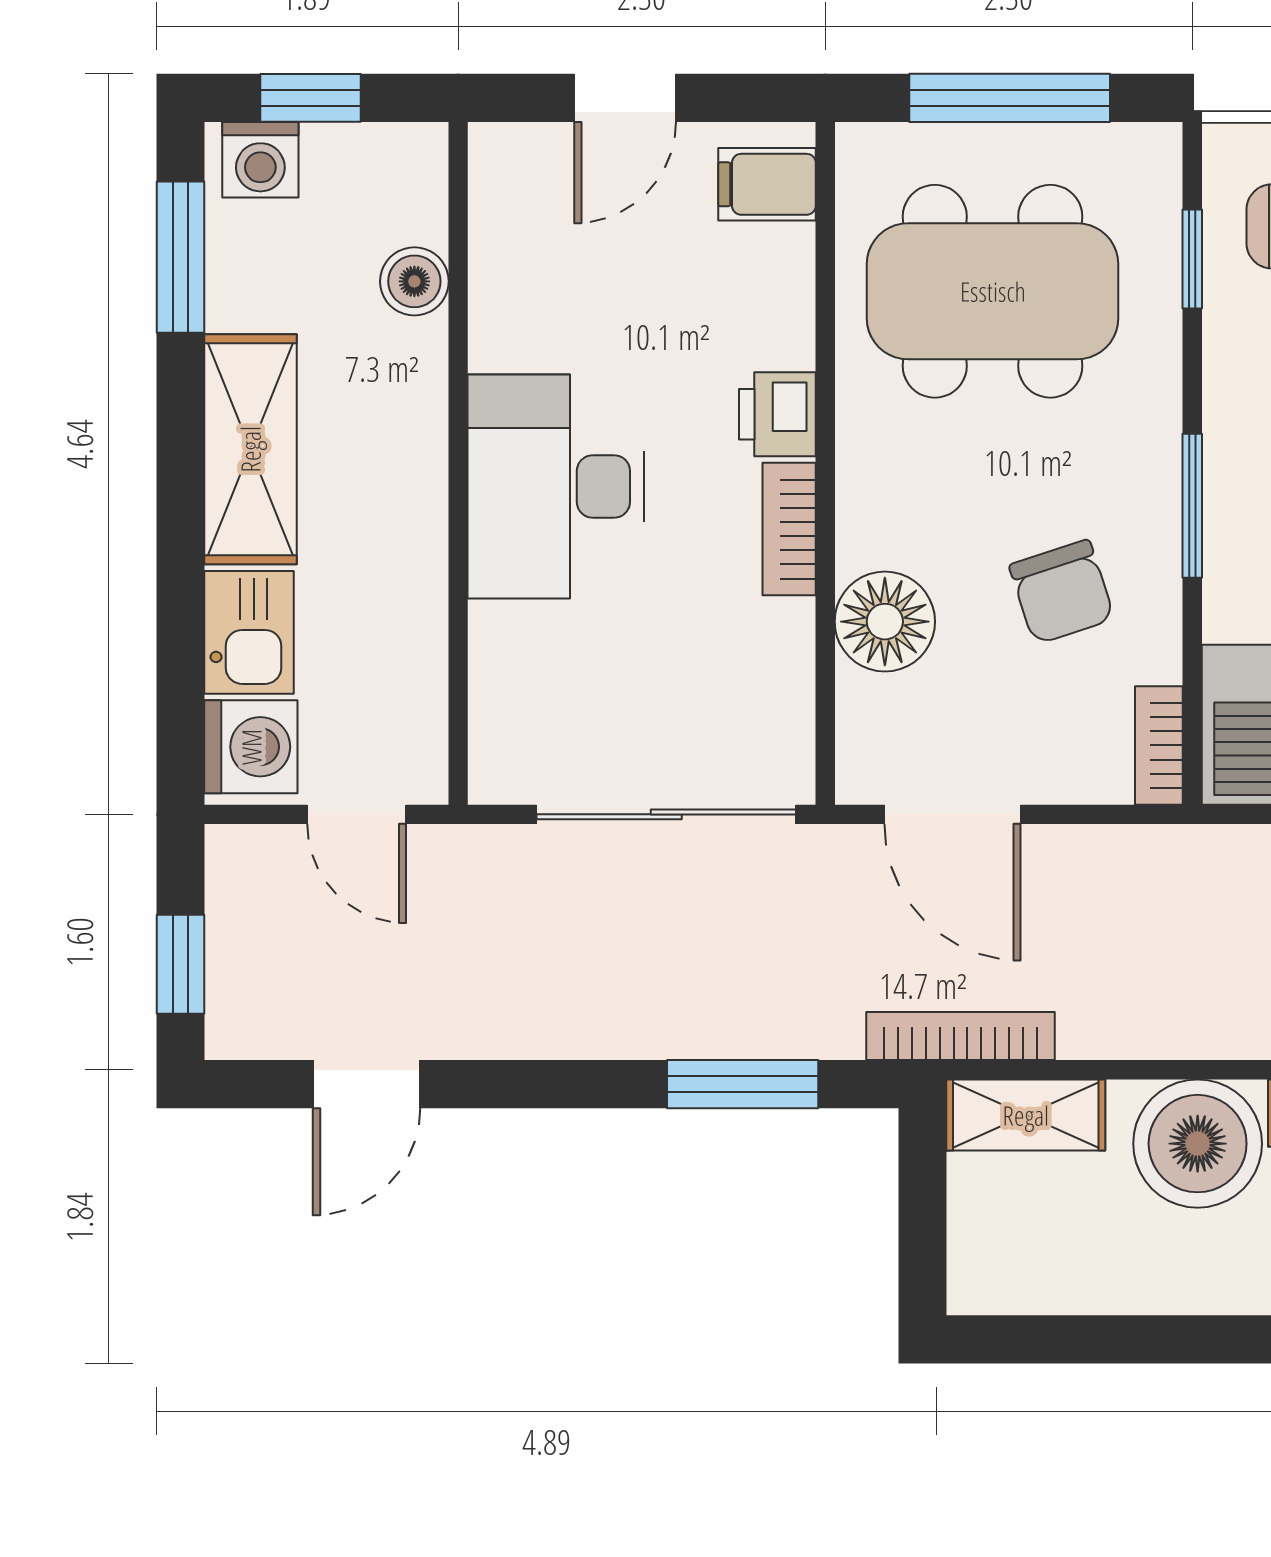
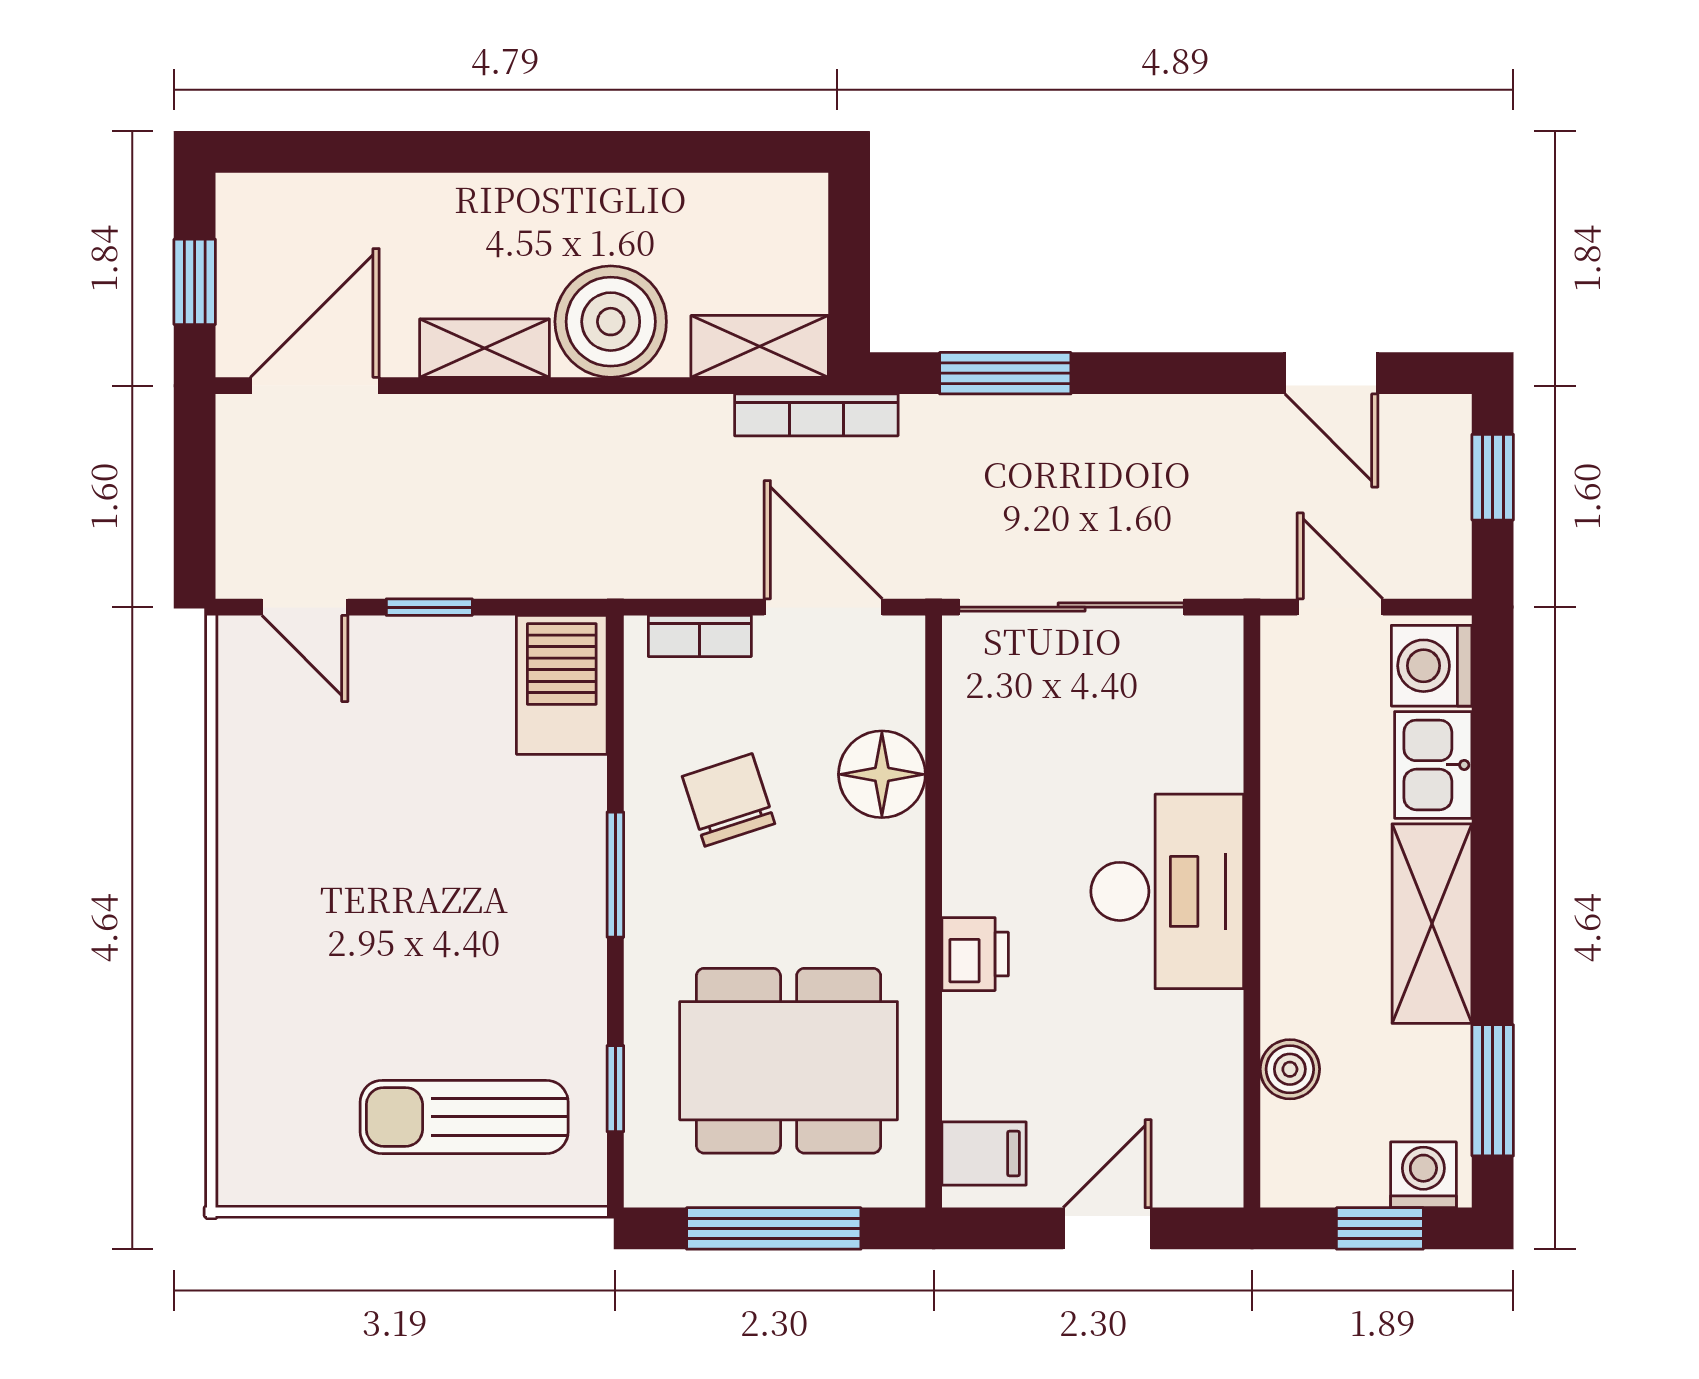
bookcase: (789, 529) -> (965, 855), removed
bookcase: (1159, 745) -> (700, 636), moved, turned 90
door: (367, 1084) -> (1331, 373), swing flipped

